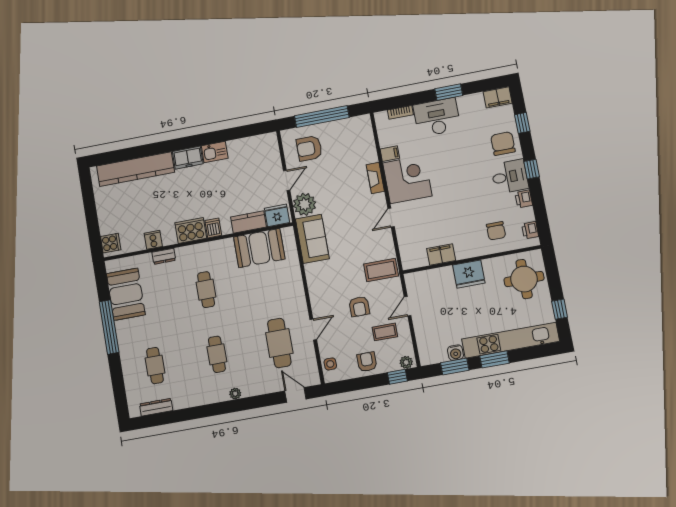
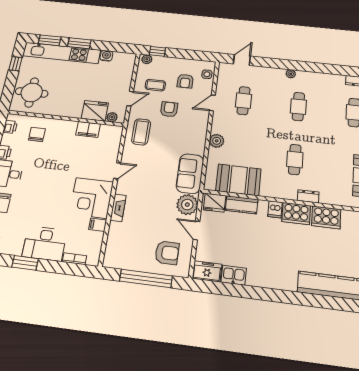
kitchen sink: (215, 152) -> (234, 275), moved
freezer: (188, 158) -> (207, 271), moved
door: (287, 180) -> (196, 230), hinge flipped
cooker: (153, 240) -> (326, 217), width x1.87, depth x1.31
dresser: (164, 256) -> (308, 196), moved
coffee table: (381, 270) -> (141, 132), turned 90
fridge: (469, 274) -> (95, 111), moved
plant: (420, 277) -> (112, 117), added
plant: (295, 285) -> (217, 141), added
cafe table: (279, 343) -> (244, 101), width x0.73, depth x0.74
armchair: (367, 362) -> (185, 81), moved
window: (455, 367) -> (50, 40), moved
door: (295, 395) -> (242, 60), swing flipped

